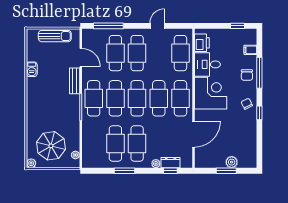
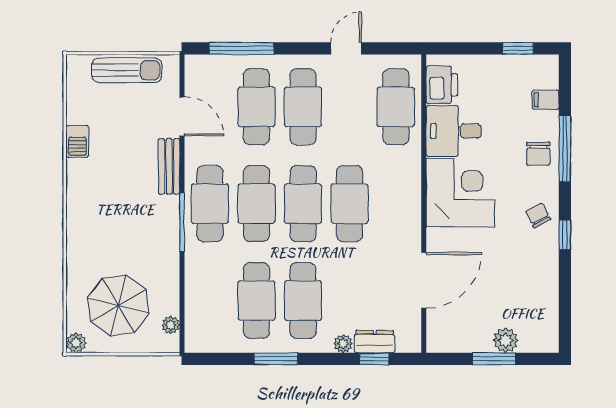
cafe table: (180, 98) -> (396, 204), removed

